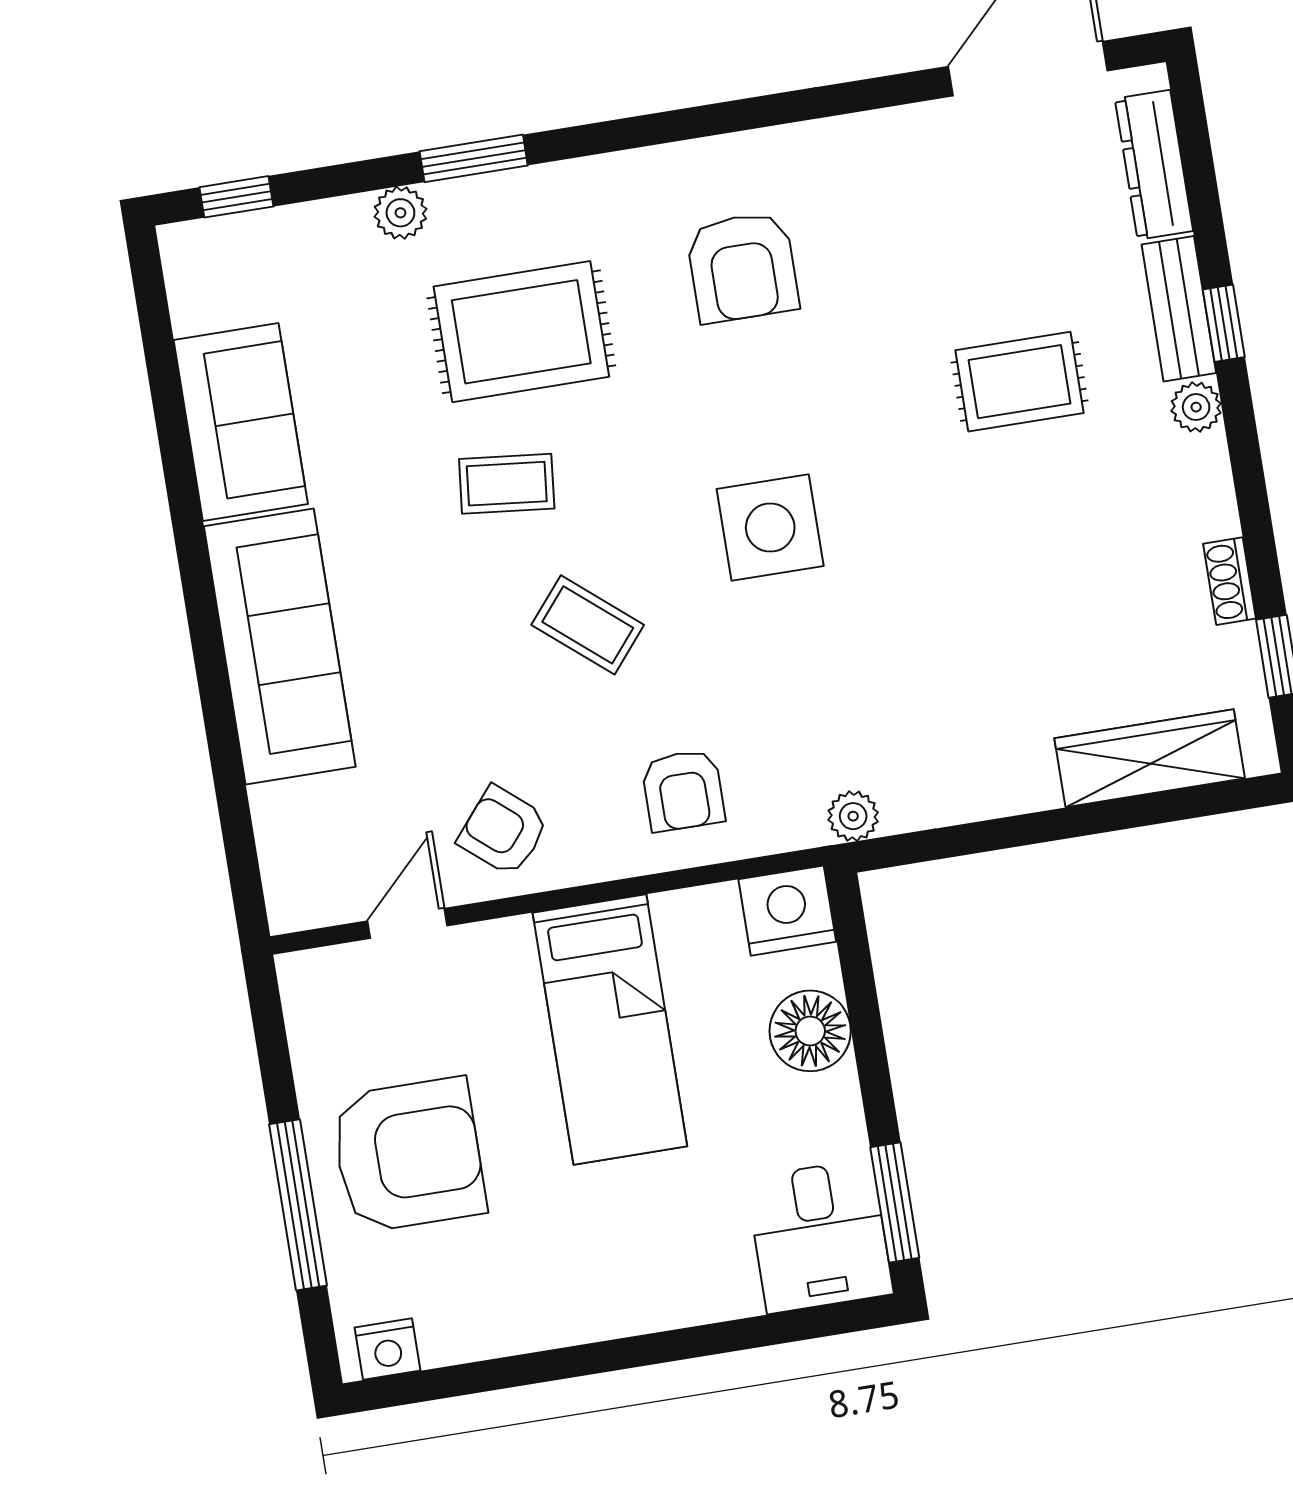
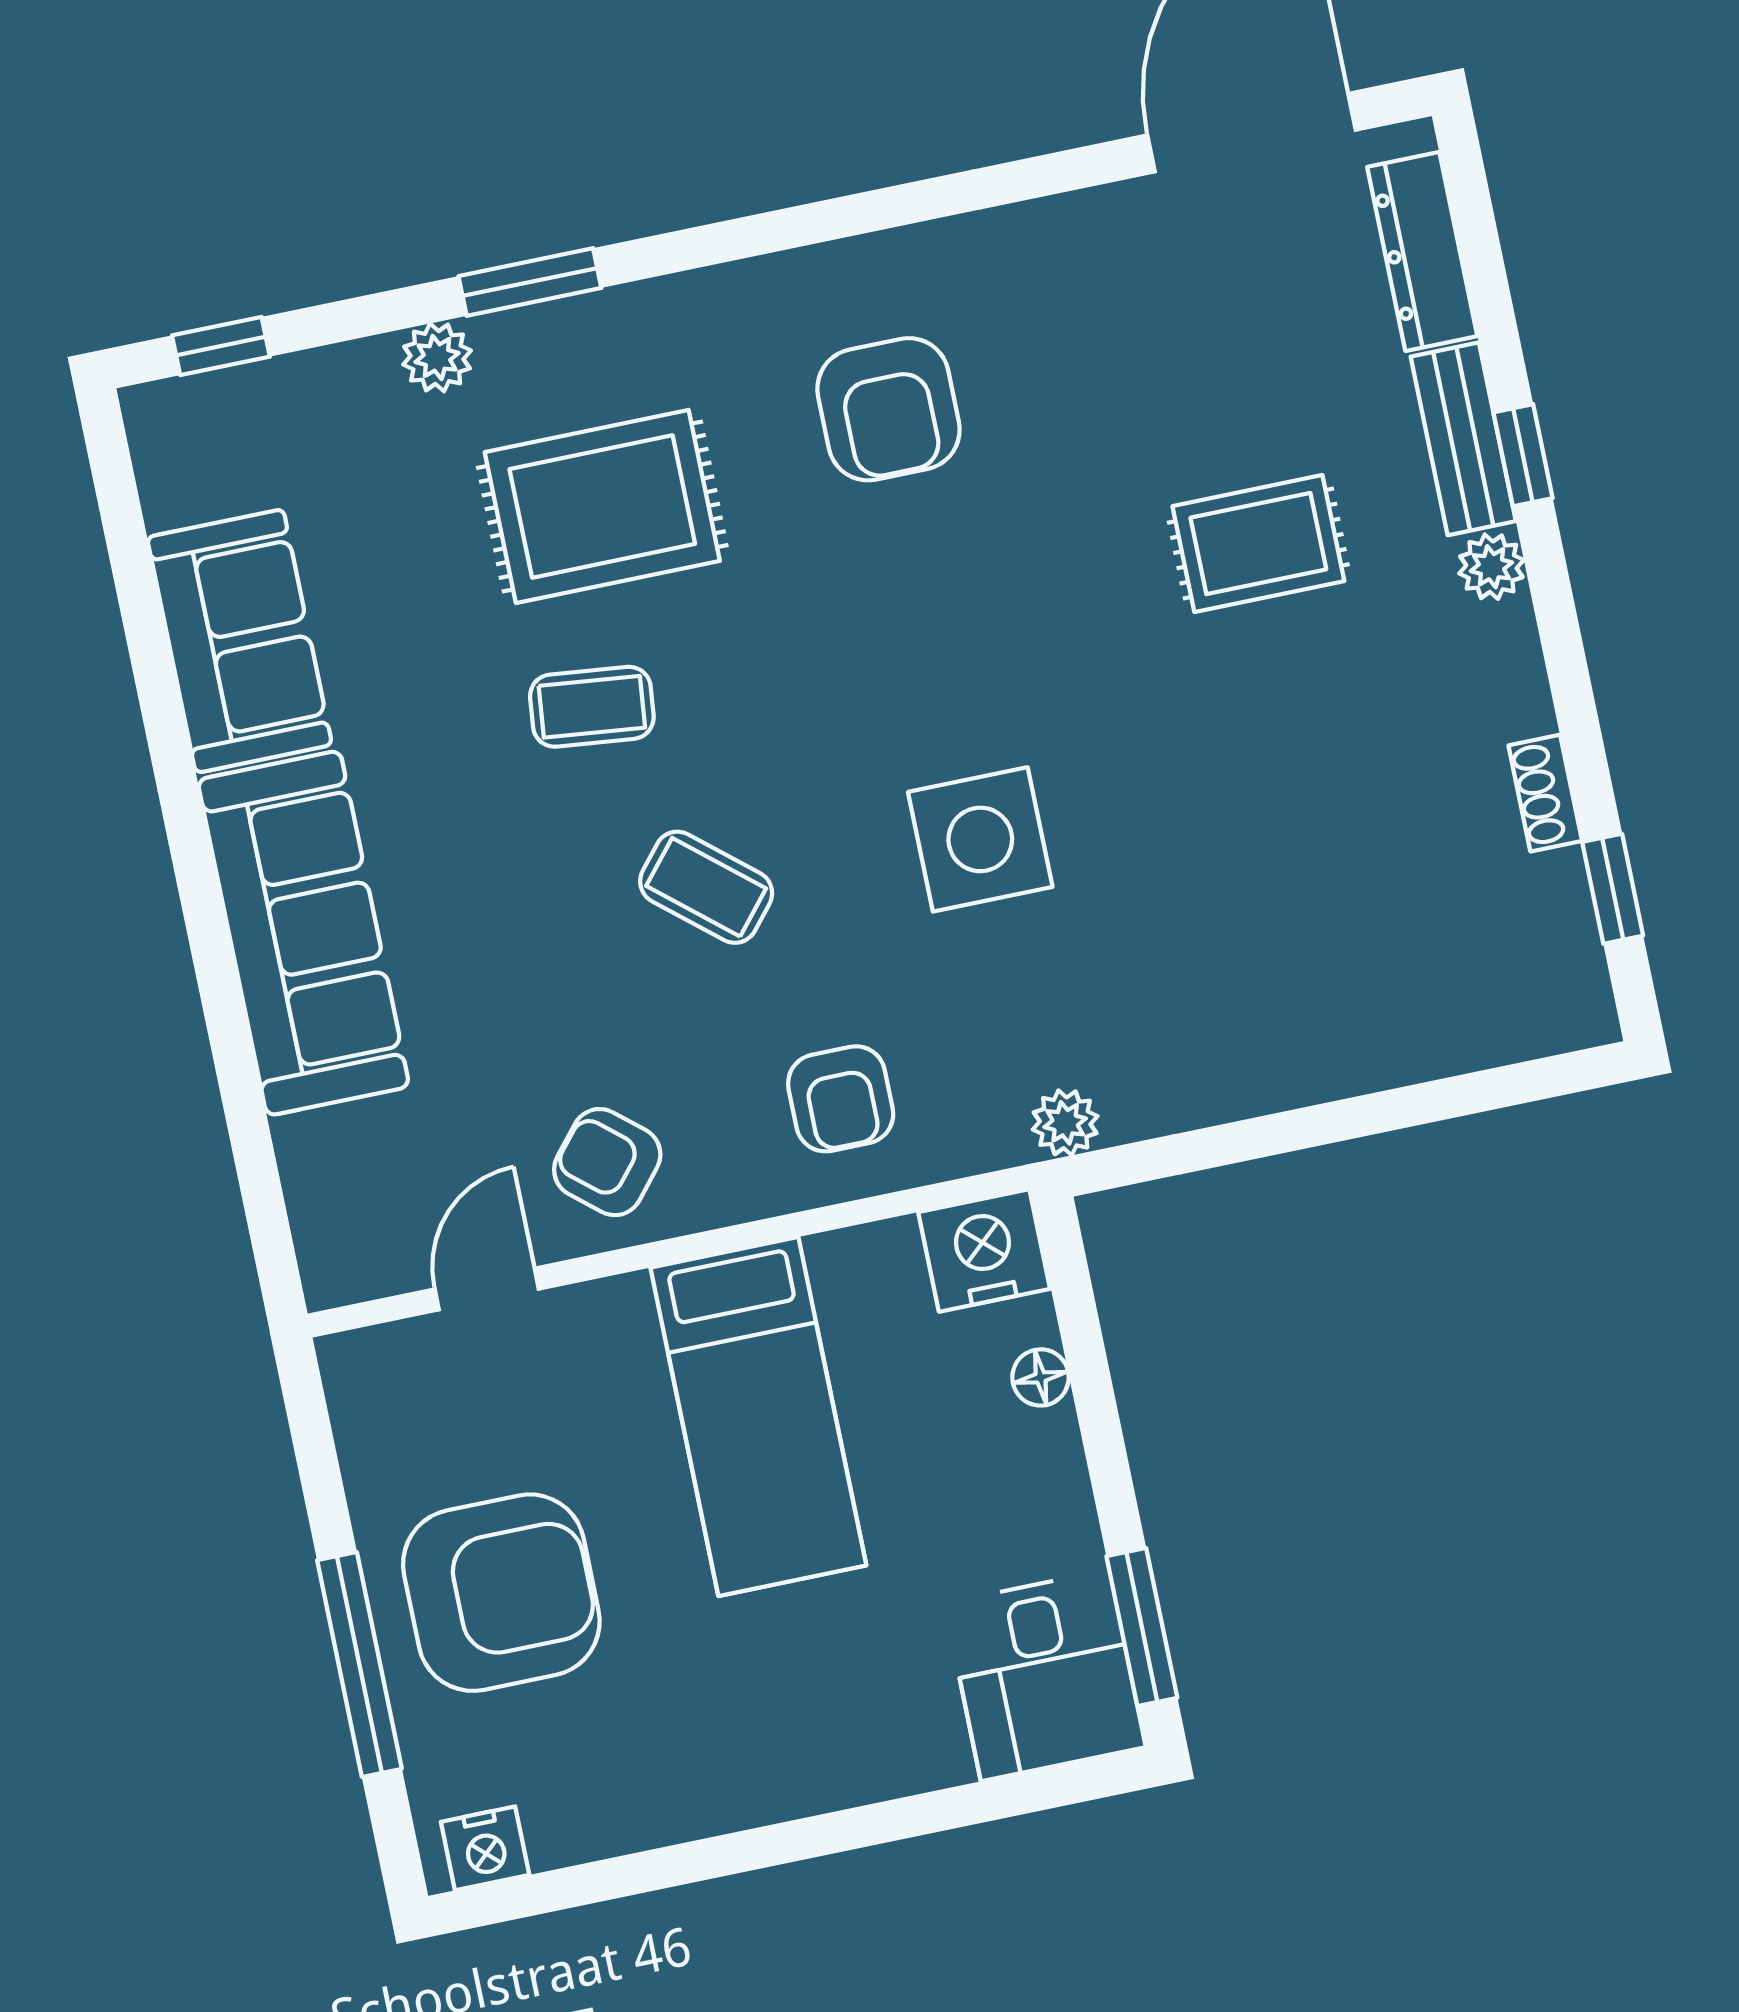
side table: (770, 527) -> (980, 839), moved
wardrobe: (1150, 758) -> (1451, 1030), removed
floor lamp: (810, 1031) -> (1041, 1377), width x0.53, depth x0.53

